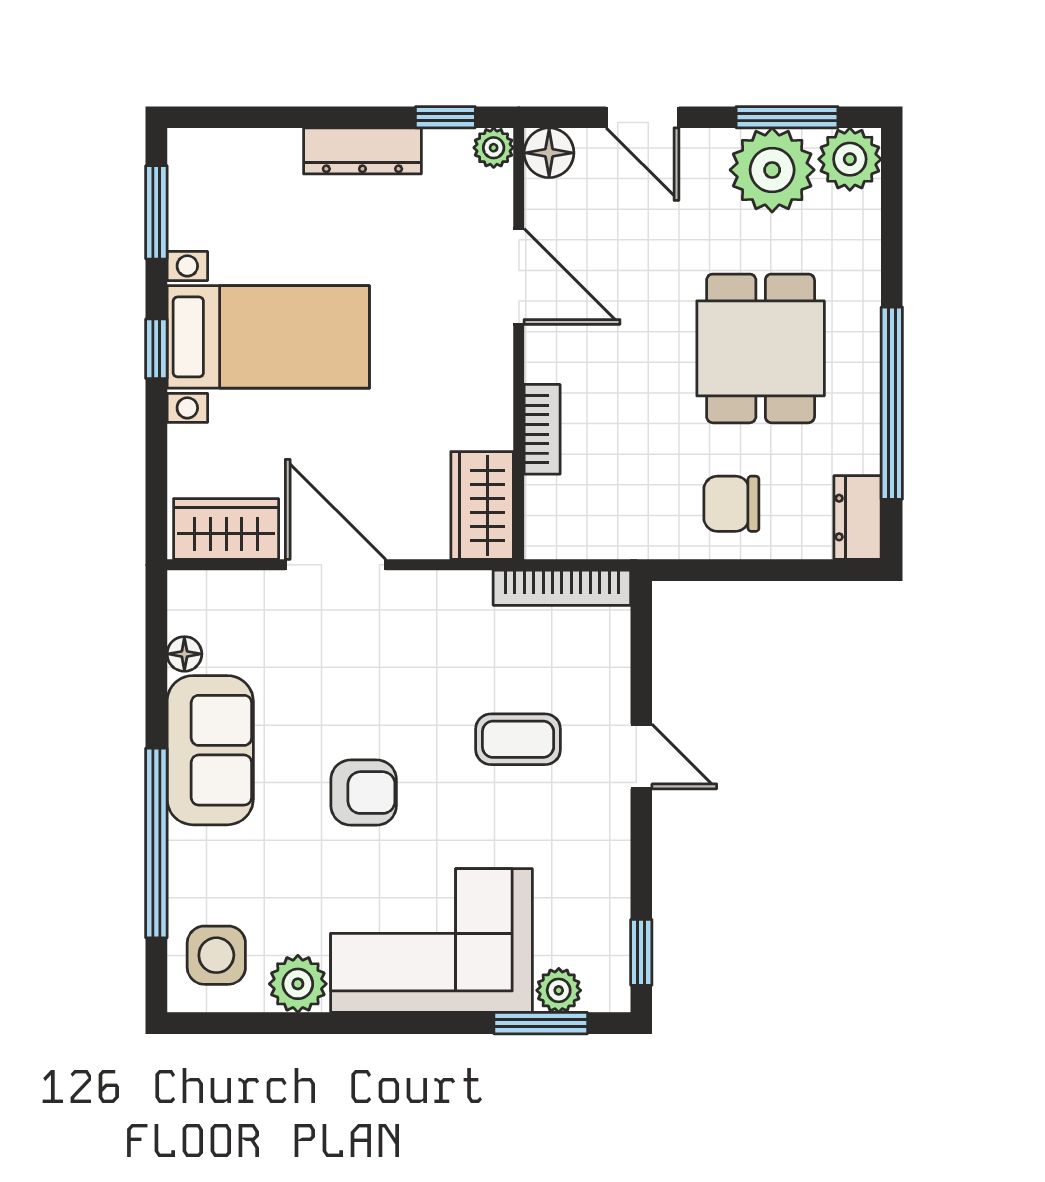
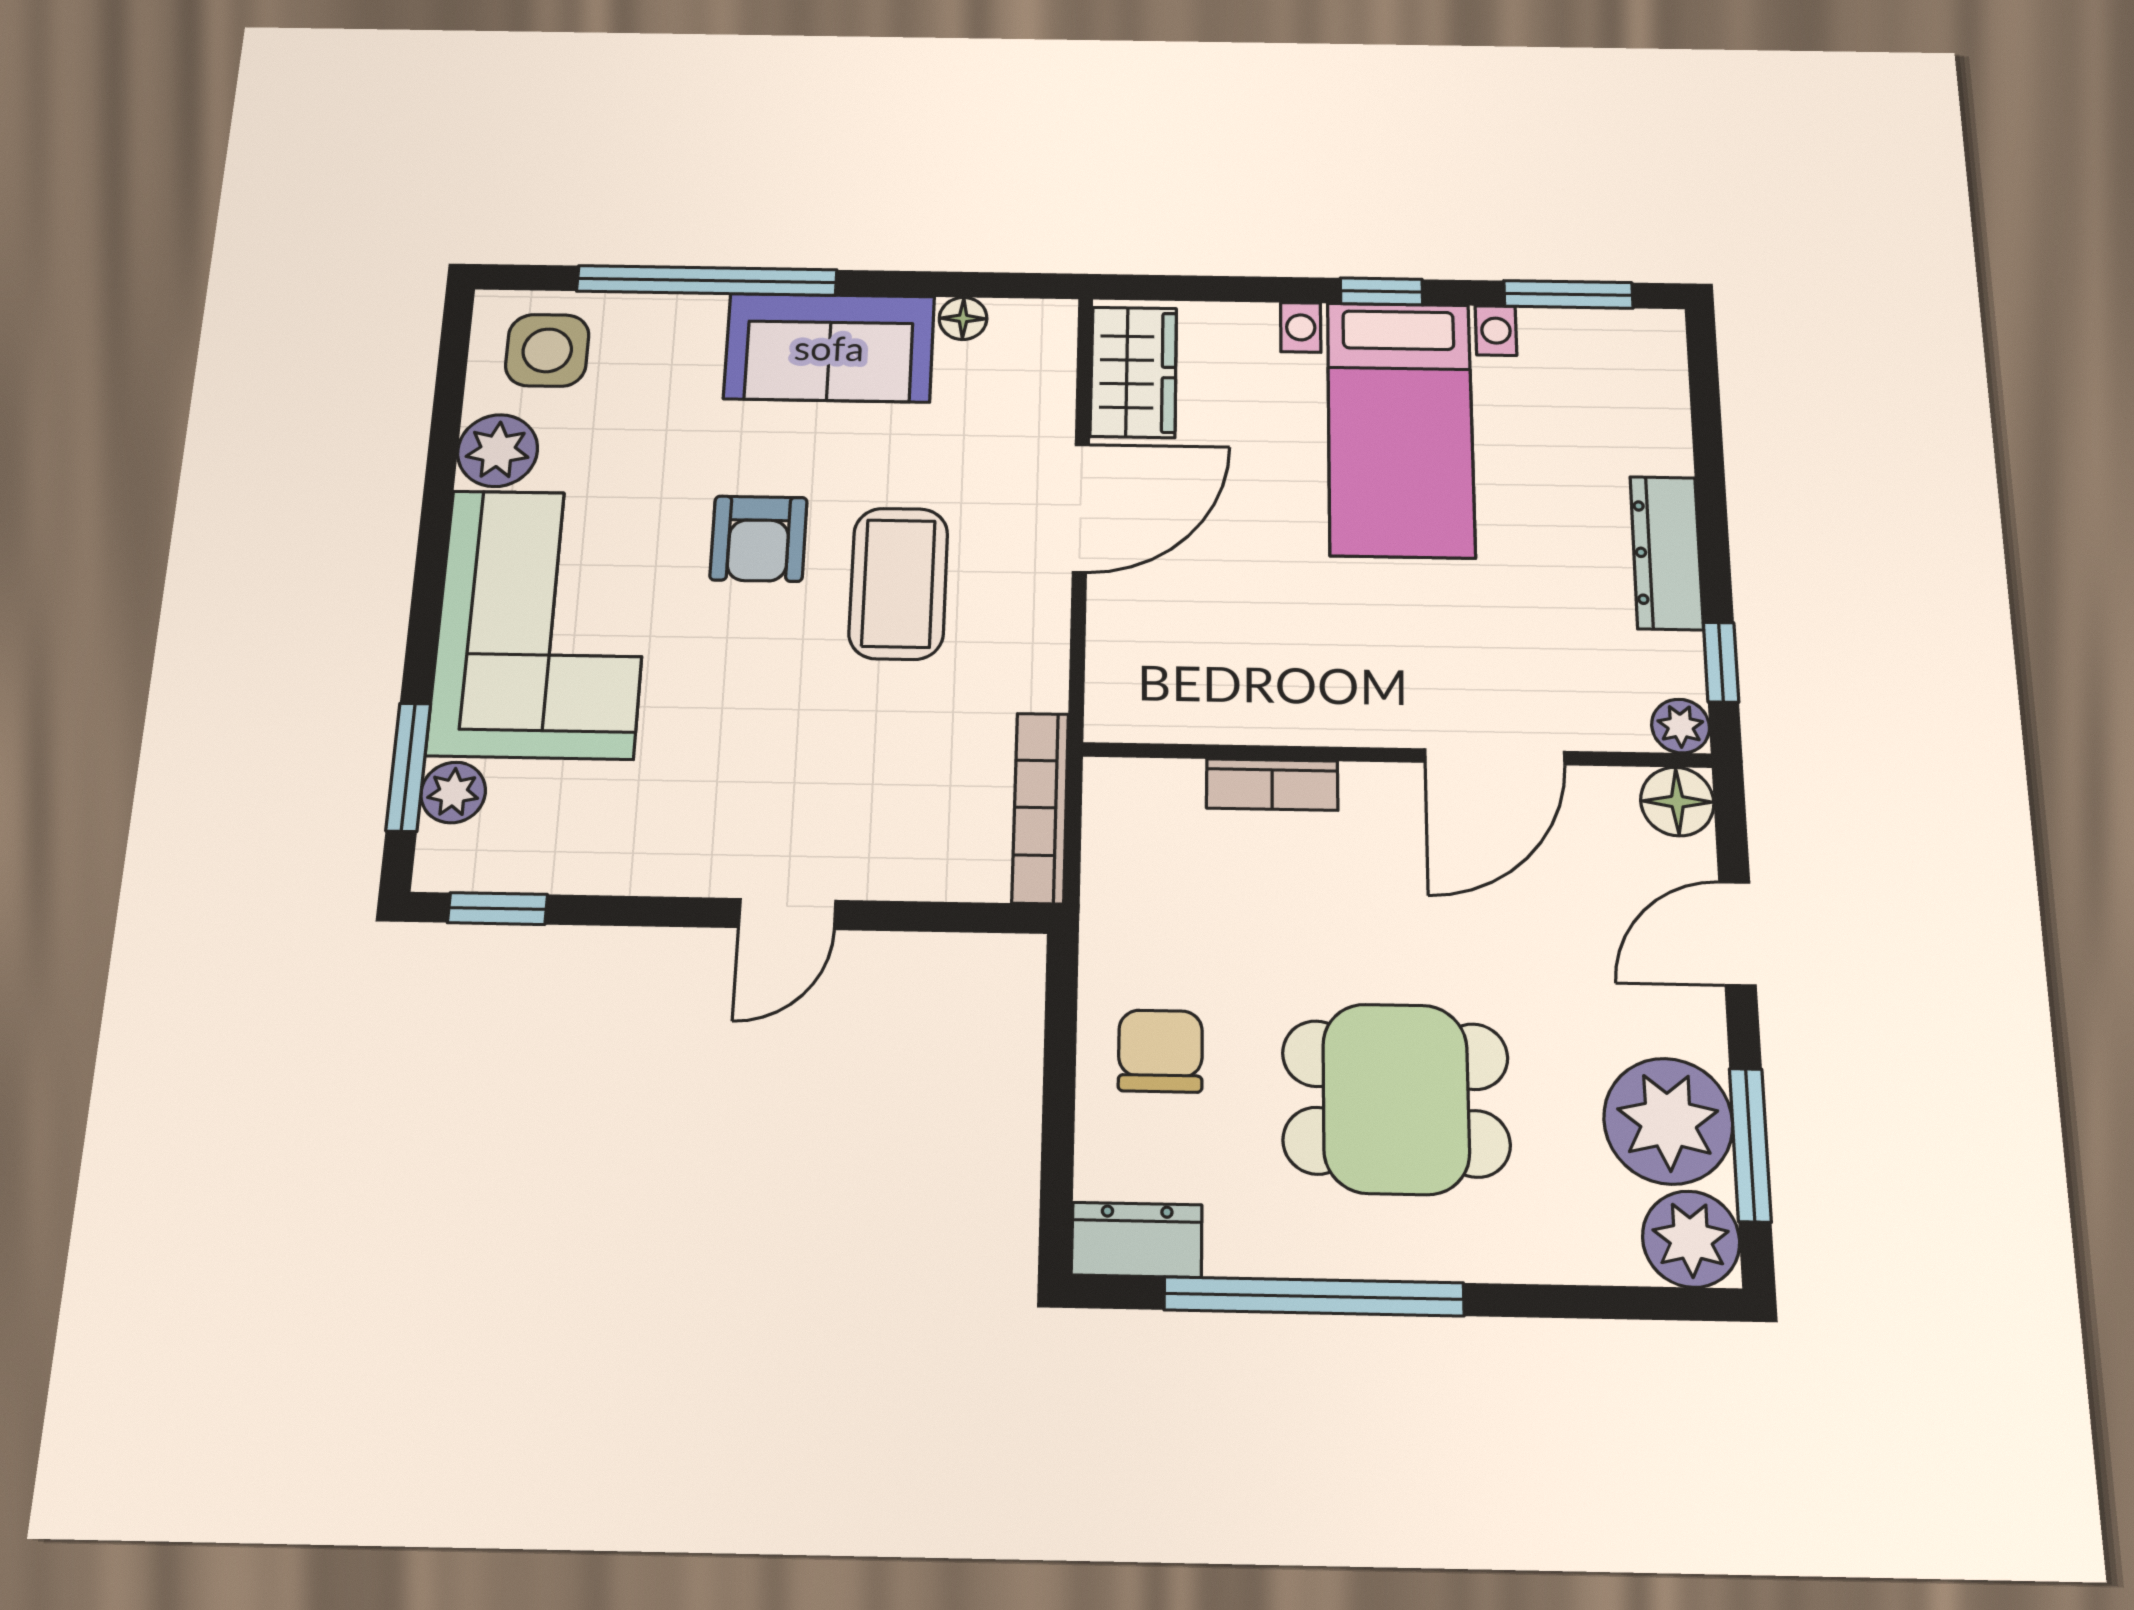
wardrobe: (482, 506) -> (1162, 701), removed
coffee table: (518, 739) -> (898, 583), moved, width x1.36, depth x1.30

